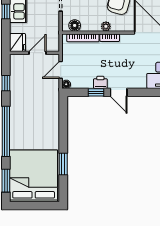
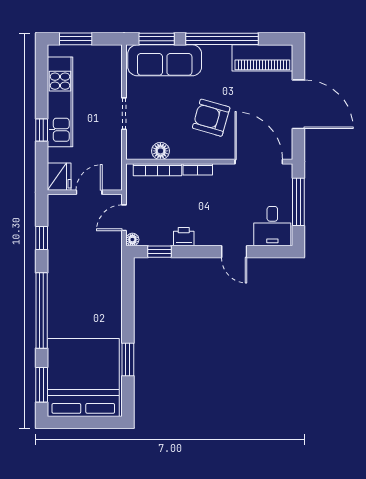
floor lamp: (75, 25) -> (160, 151), moved
plant: (106, 26) -> (192, 152), removed
window: (96, 92) -> (160, 252), moved
door: (119, 92) -> (234, 252), moved

